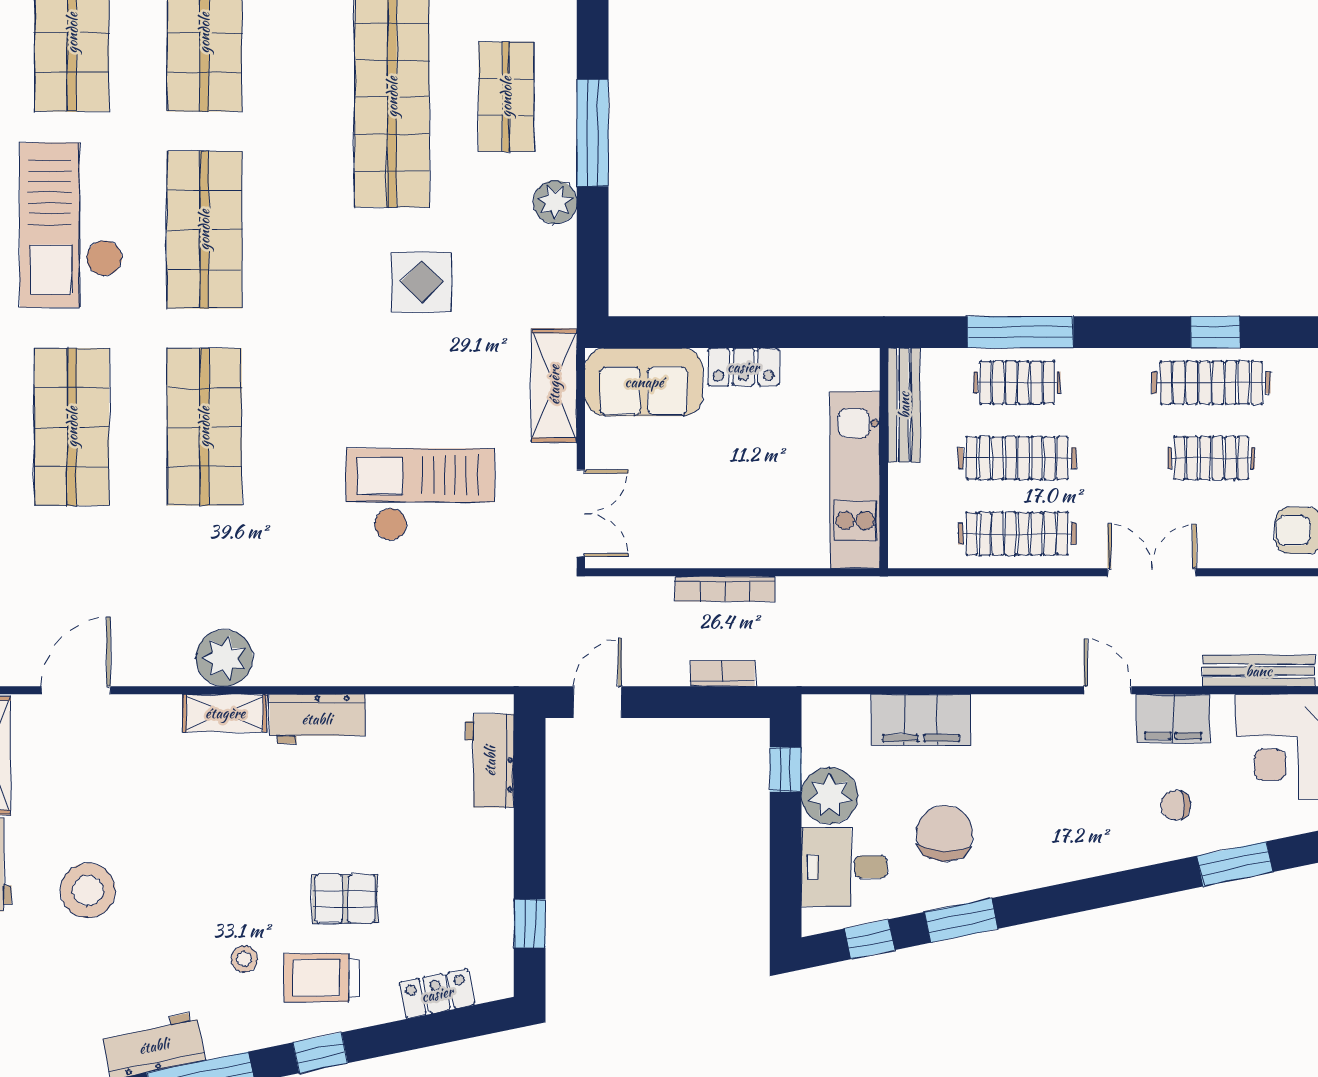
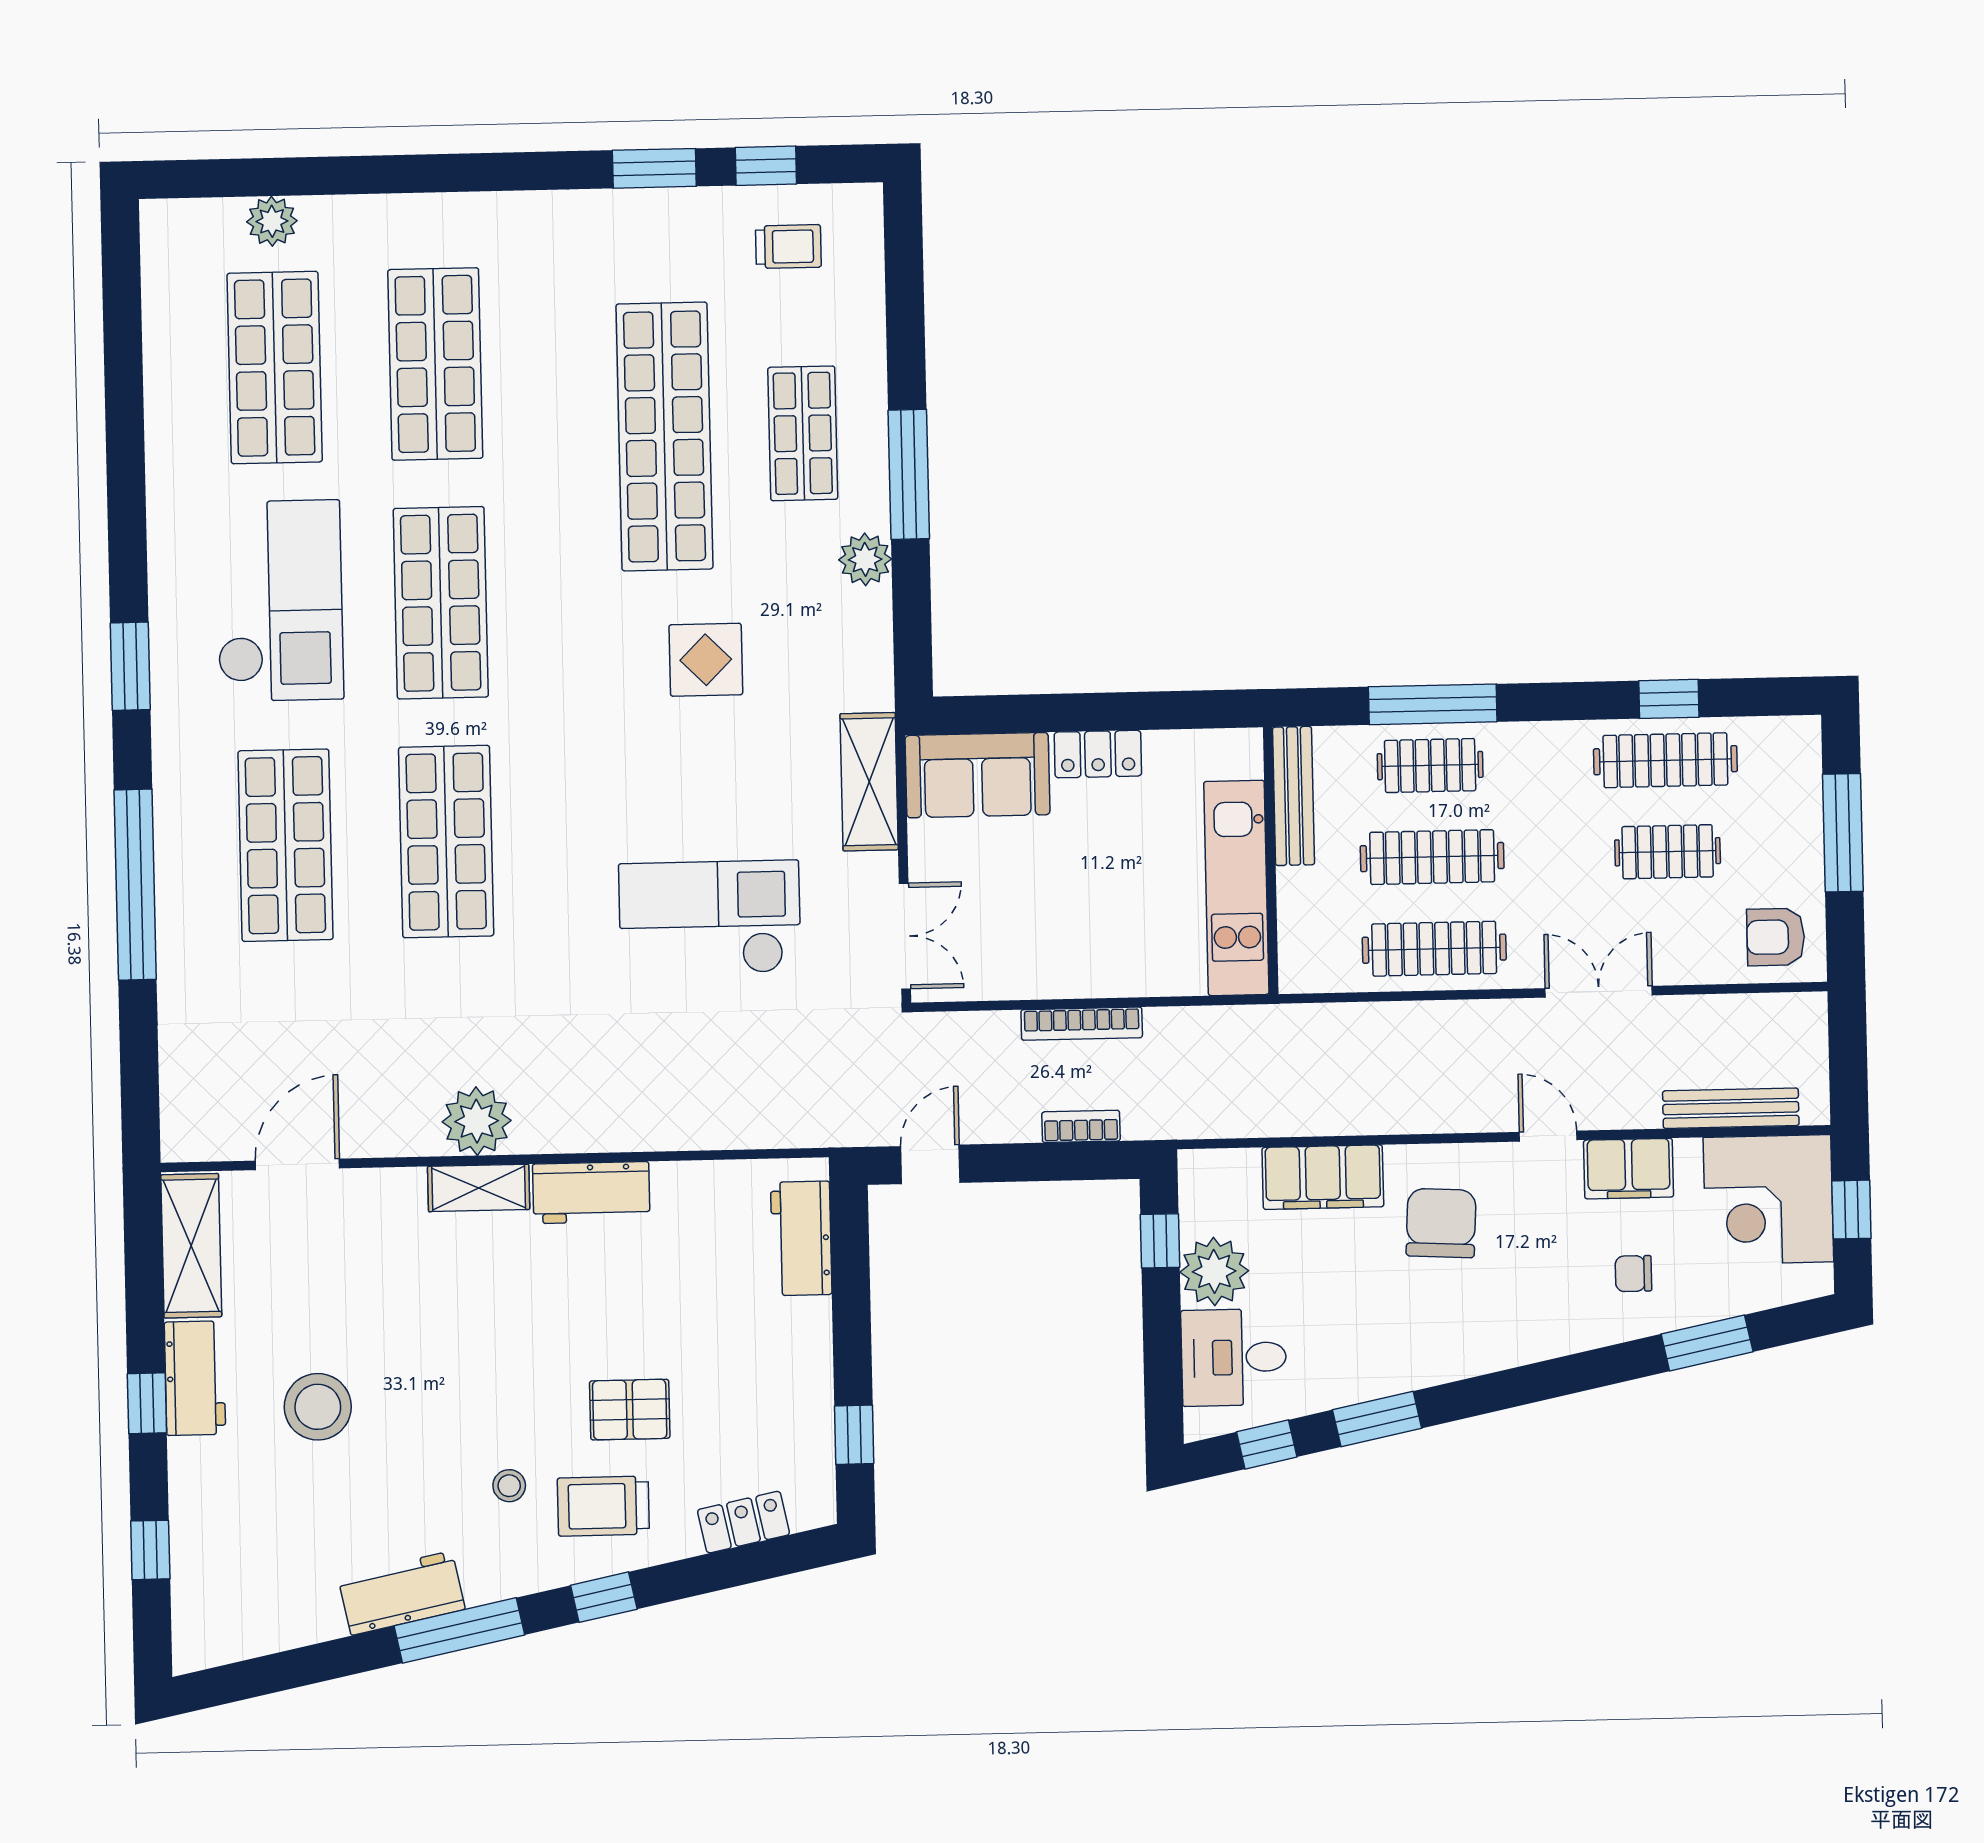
checkout: (71, 225) -> (279, 601), turned 180
chair: (945, 834) -> (1441, 1223), moved

